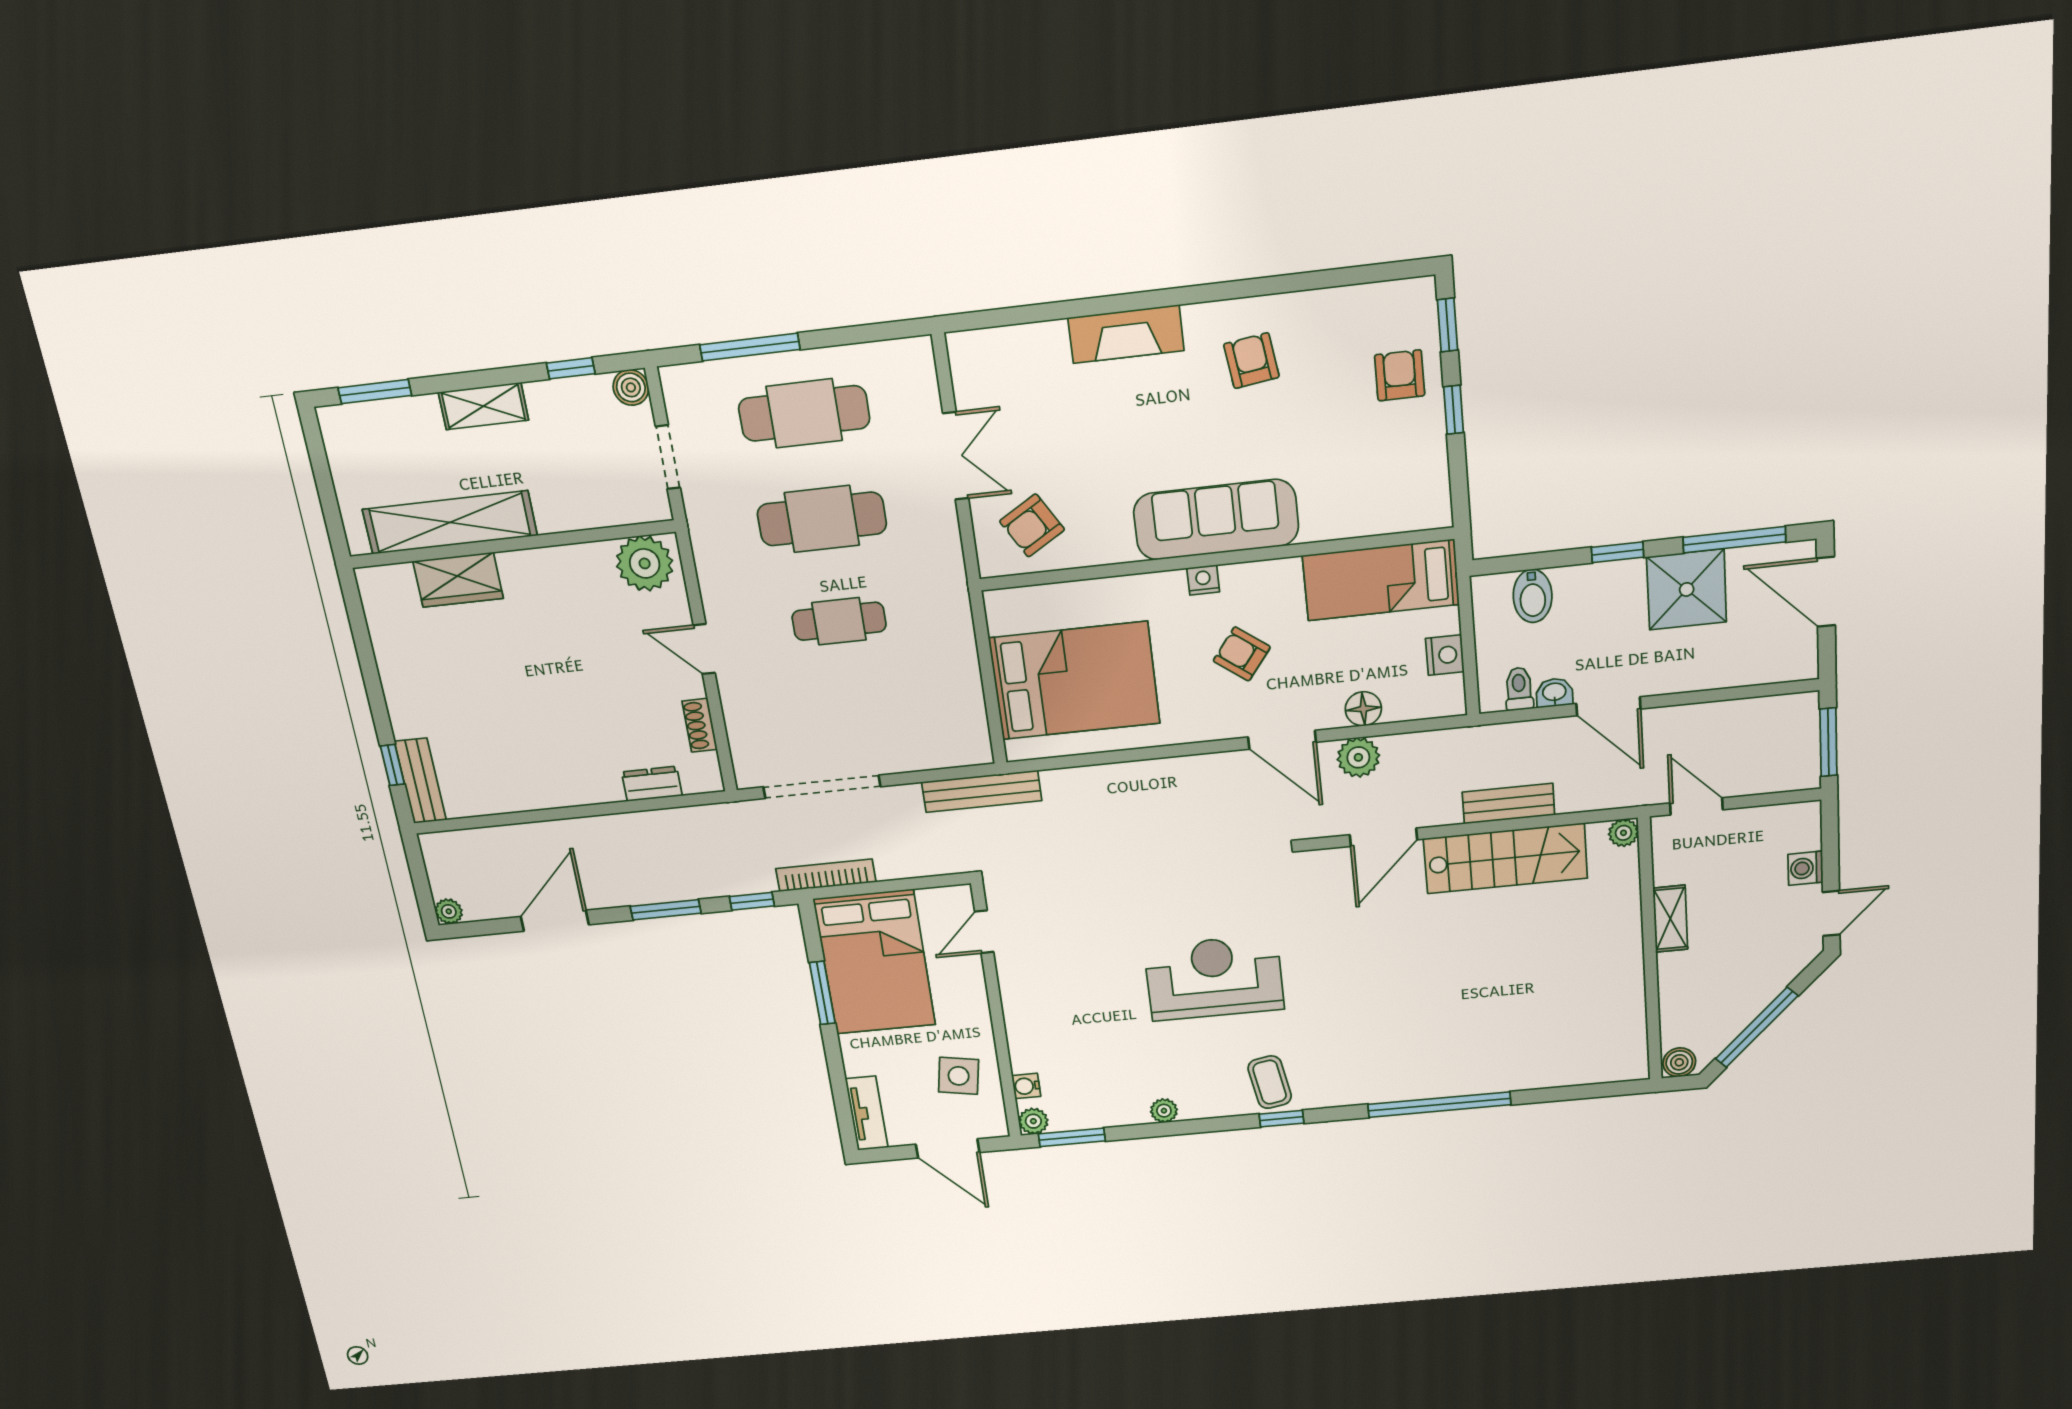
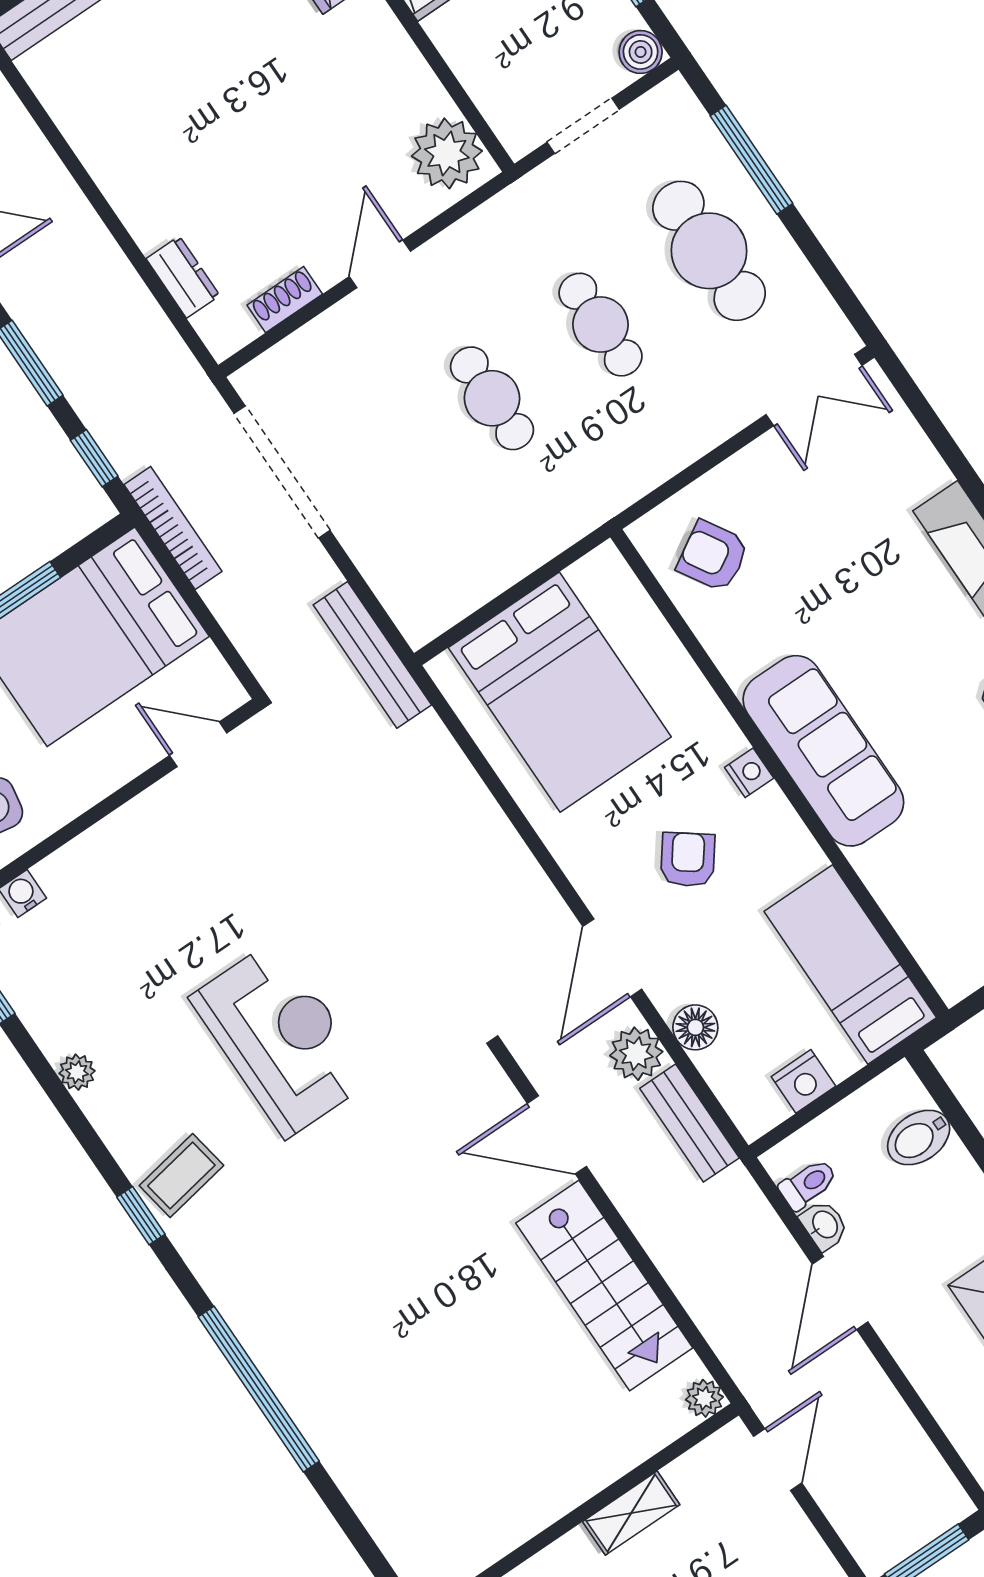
double door: (956, 456) -> (814, 390), moved
cafe table: (822, 519) -> (601, 325), width x0.73, depth x0.74
bench: (1508, 804) -> (690, 1123), moved

